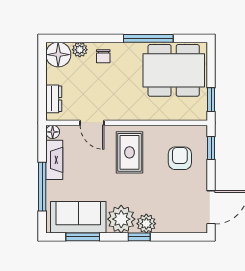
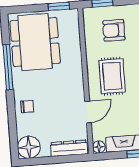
plant: (80, 50) -> (23, 128), removed
dresser: (54, 99) -> (69, 148), width x1.44
rug: (129, 152) -> (112, 76), turned 90

